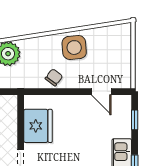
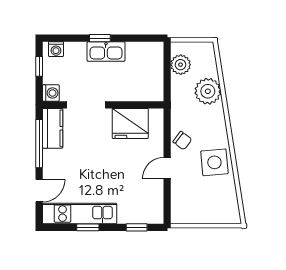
door: (101, 92) -> (167, 168), moved

